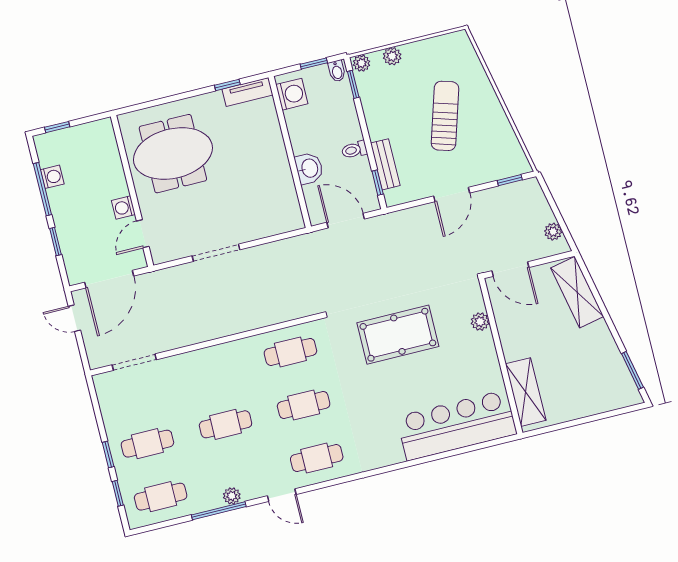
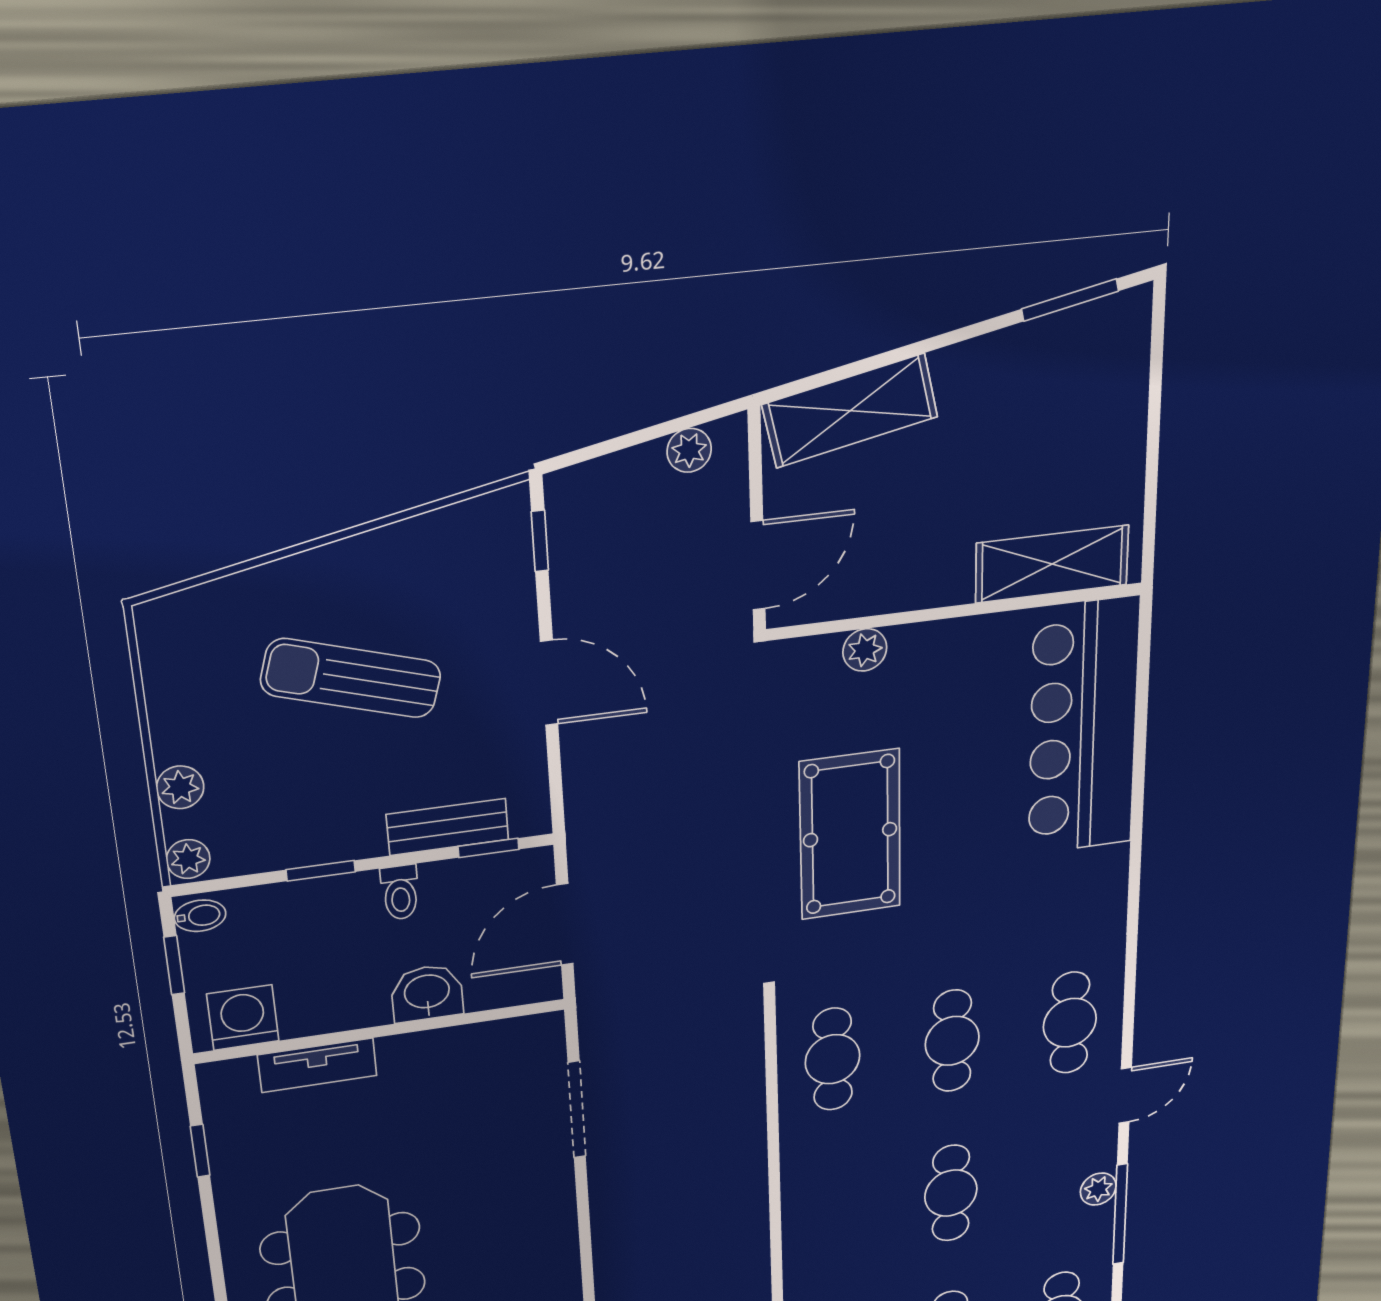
window: (353, 84) -> (321, 871), moved
tv unit: (247, 92) -> (317, 1065), moved, turned 90
doorway: (216, 253) -> (577, 1109), moved

